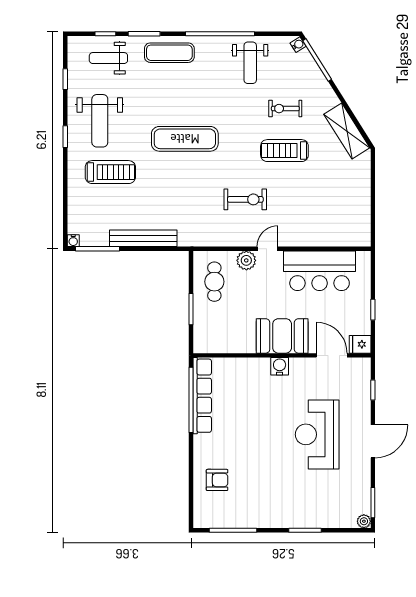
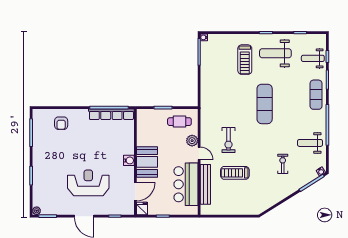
weight bench: (108, 58) -> (313, 58), turned -90
shelving: (347, 131) -> (269, 201), removed
treadmill: (284, 151) -> (235, 173), moved, turned -90
bench: (143, 238) -> (205, 184), moved

